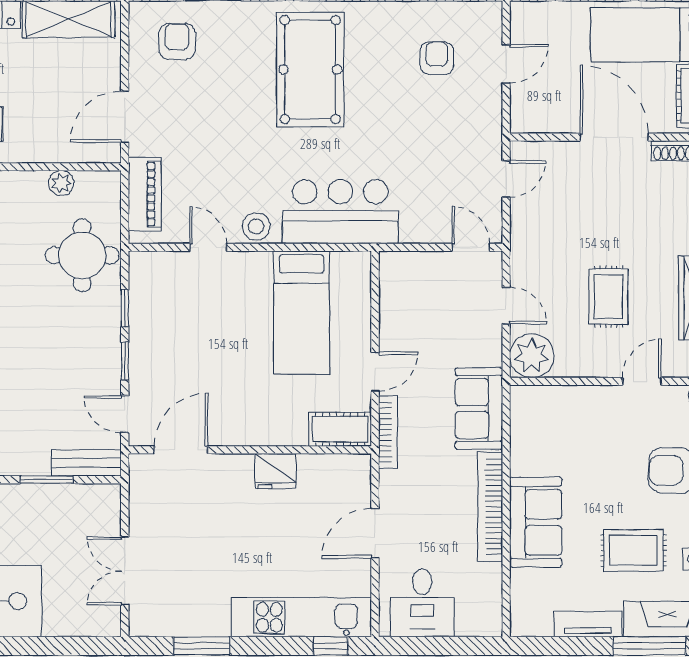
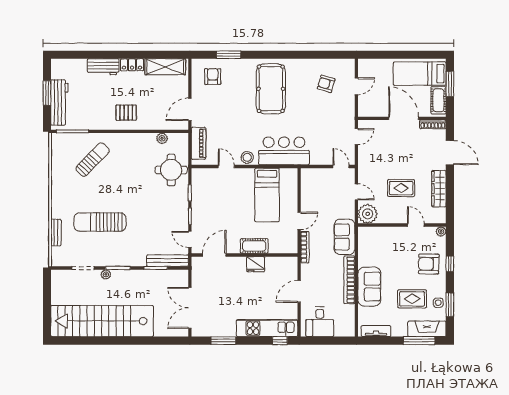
armchair: (437, 58) -> (326, 84), turned -74
rug: (608, 297) -> (401, 188), turned 90
door: (642, 381) -> (416, 225), hinge flipped
cot: (340, 429) -> (254, 246), moved
bench: (86, 463) -> (167, 261), width x1.36
double door: (125, 571) -> (190, 308), width x1.37
tv unit: (588, 624) -> (376, 331), moved

